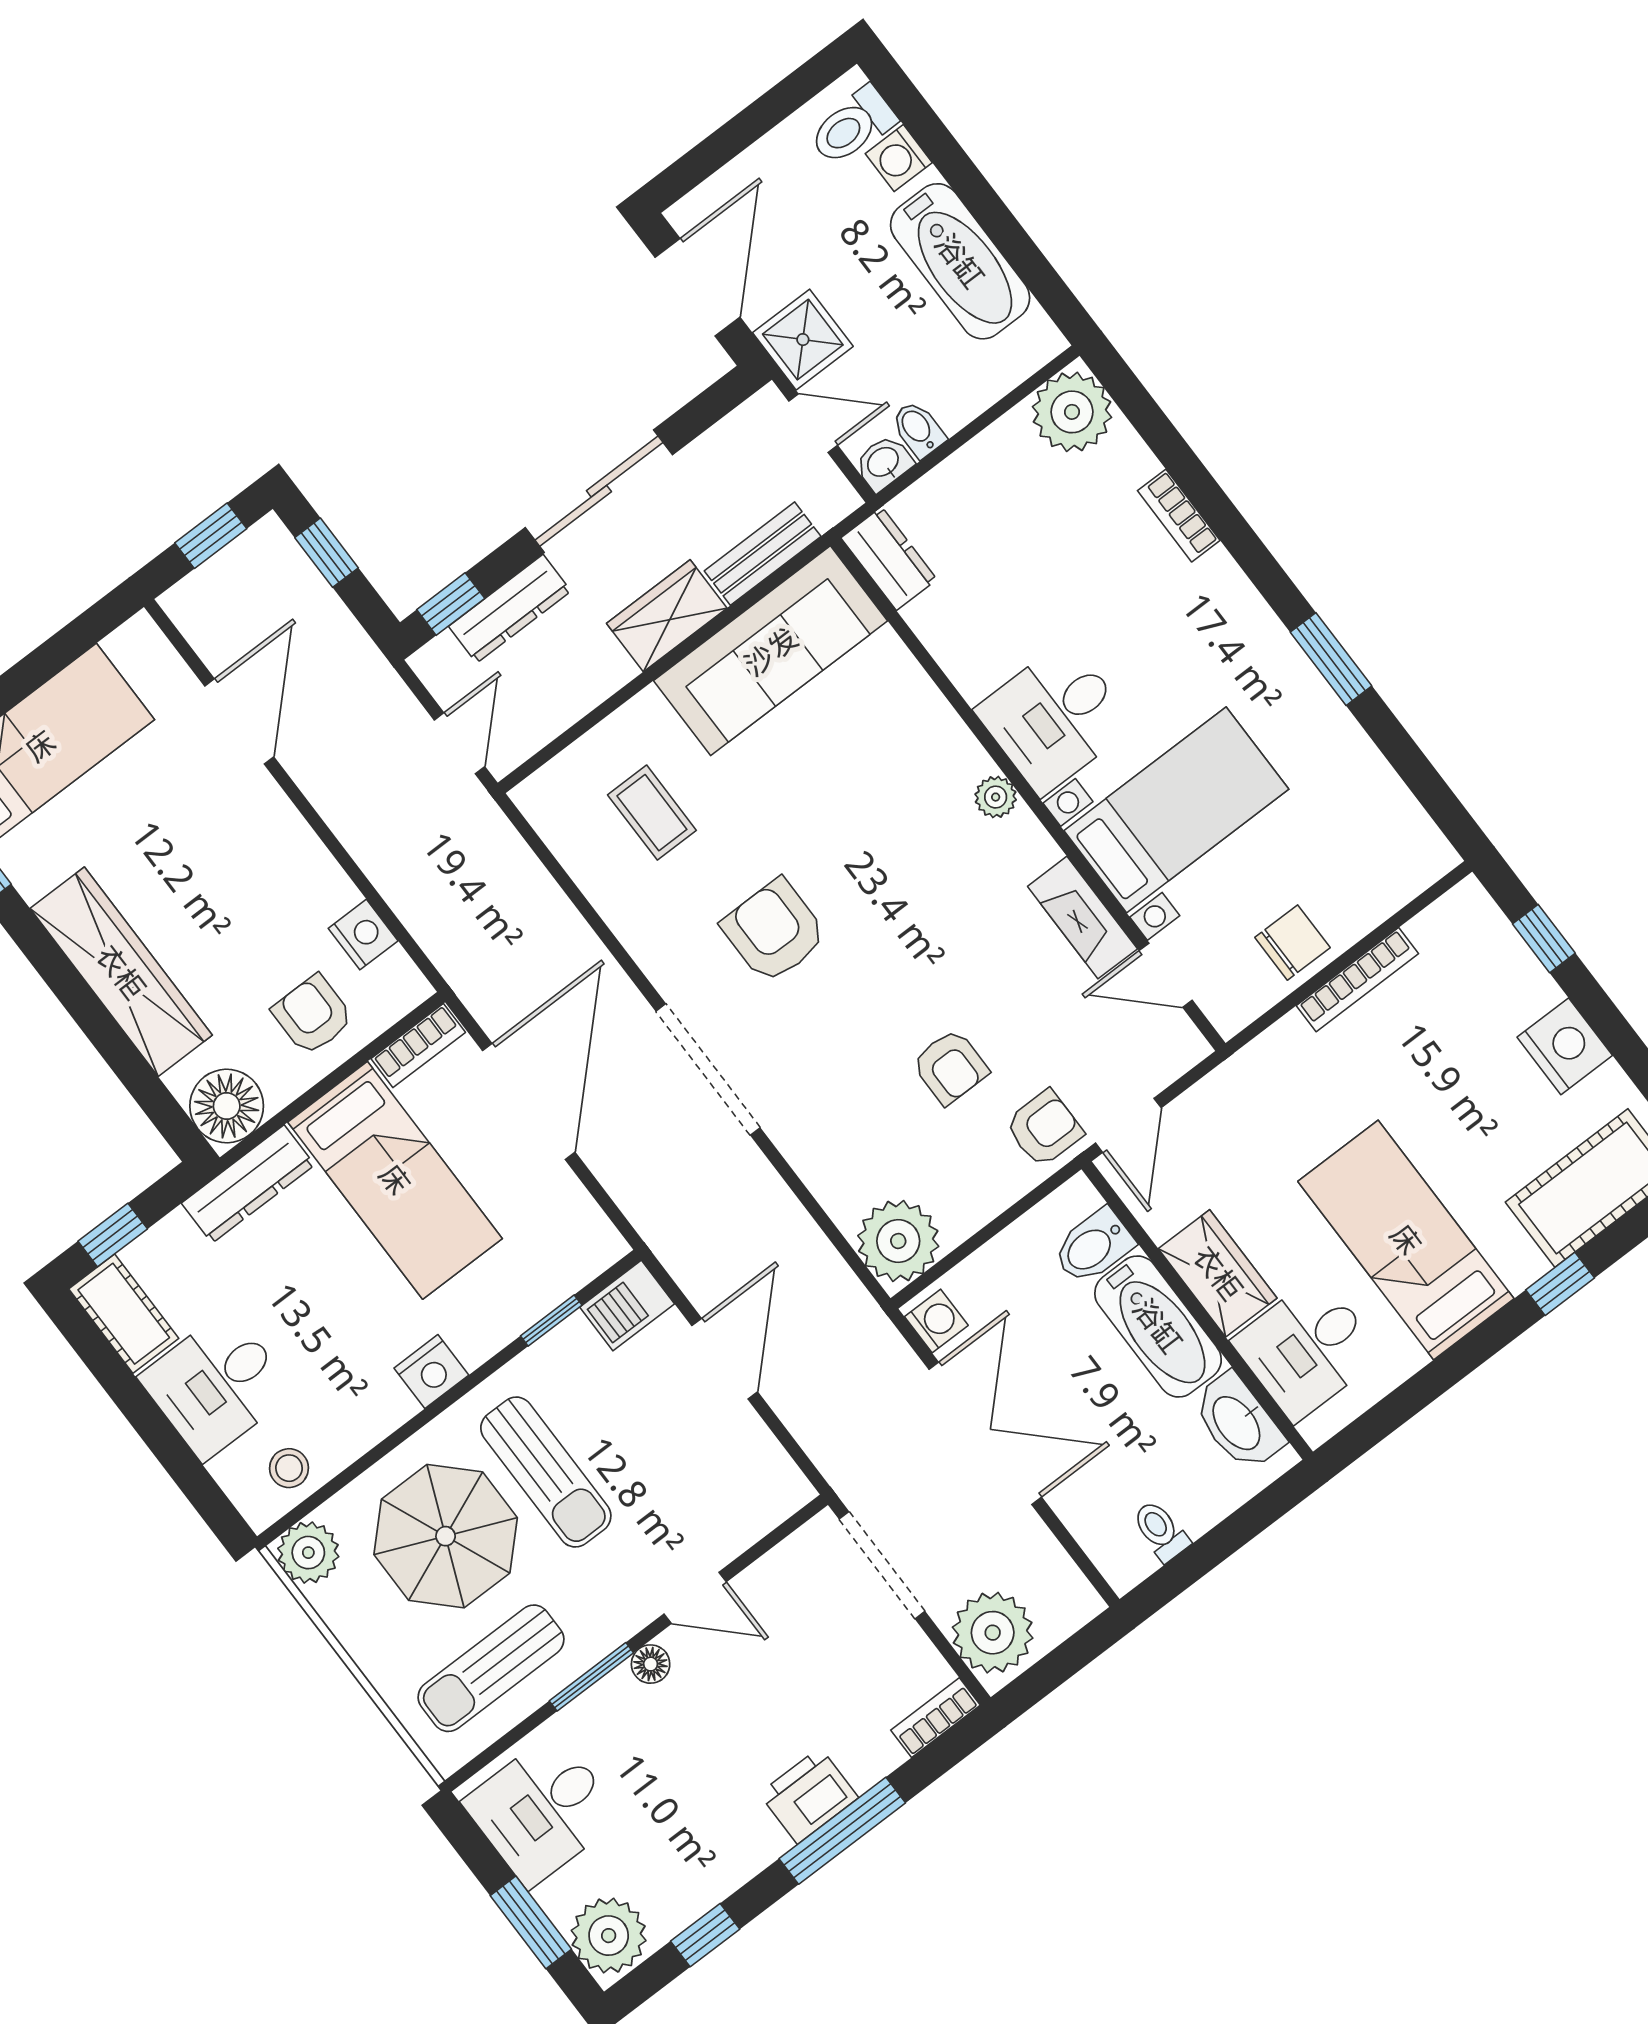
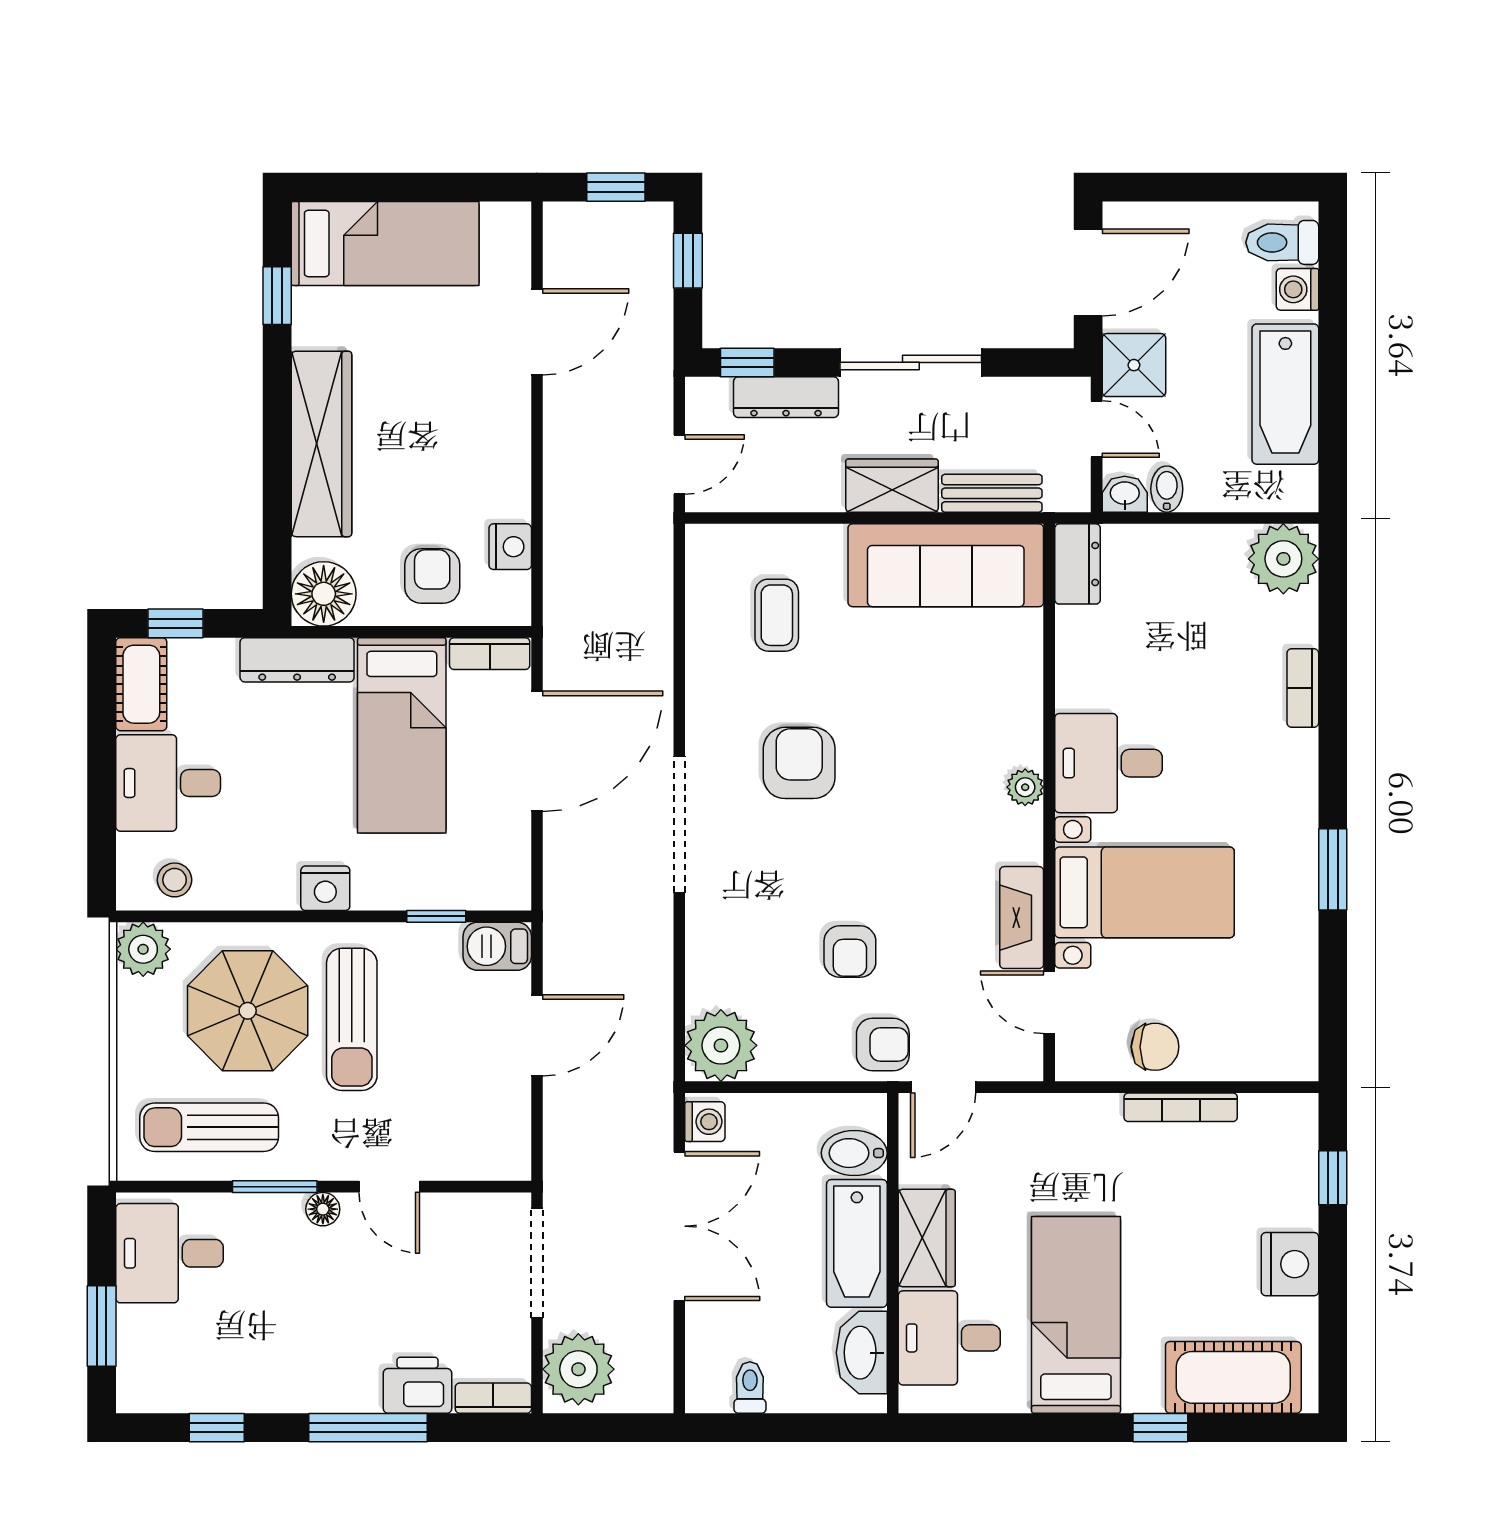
printer: (809, 1796) -> (418, 1385), moved
plant: (609, 1936) -> (149, 1376), removed

